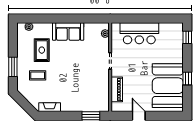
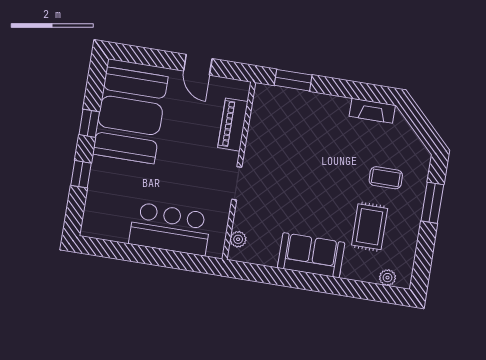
window: (187, 37) -> (81, 174), moved

